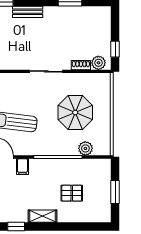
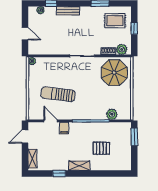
rug: (90, 25) -> (115, 21), added
window: (115, 49) -> (134, 28), moved
parasol: (75, 113) -> (114, 73), moved
window: (115, 192) -> (134, 137), moved

